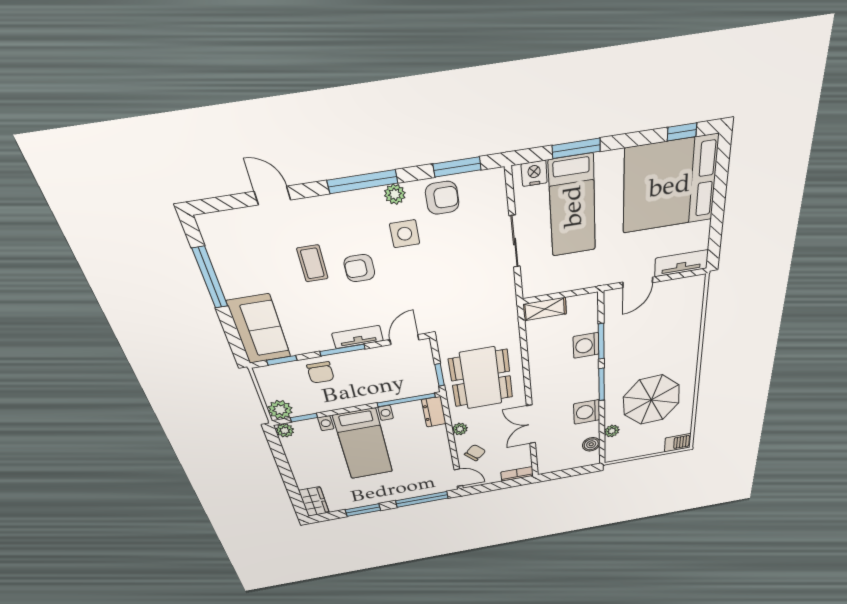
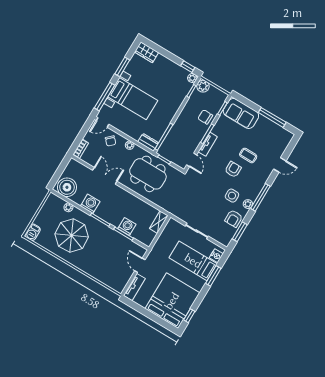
bed with nightstands: (363, 444) -> (133, 99), moved, turned 180
boiler: (591, 444) -> (67, 187), width x1.86, depth x1.86
window: (276, 447) -> (188, 67), added

